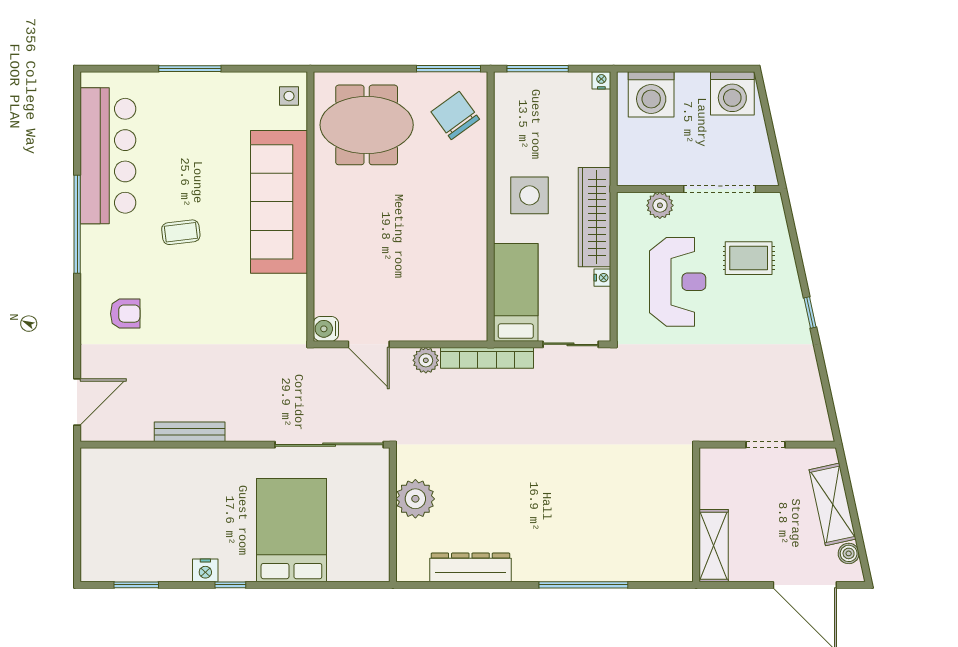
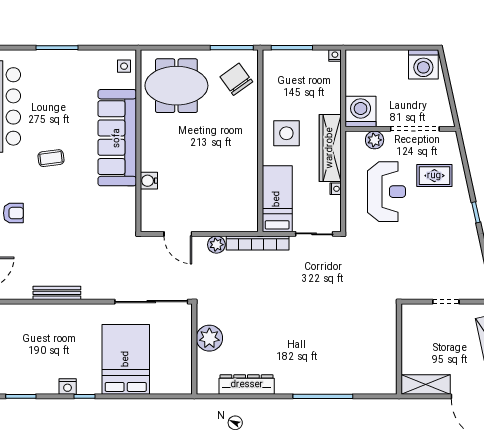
washing machine: (651, 94) -> (361, 112), moved, turned 180
water cooler: (326, 329) -> (149, 181), moved
shelving: (714, 546) -> (426, 385), moved, turned 90

